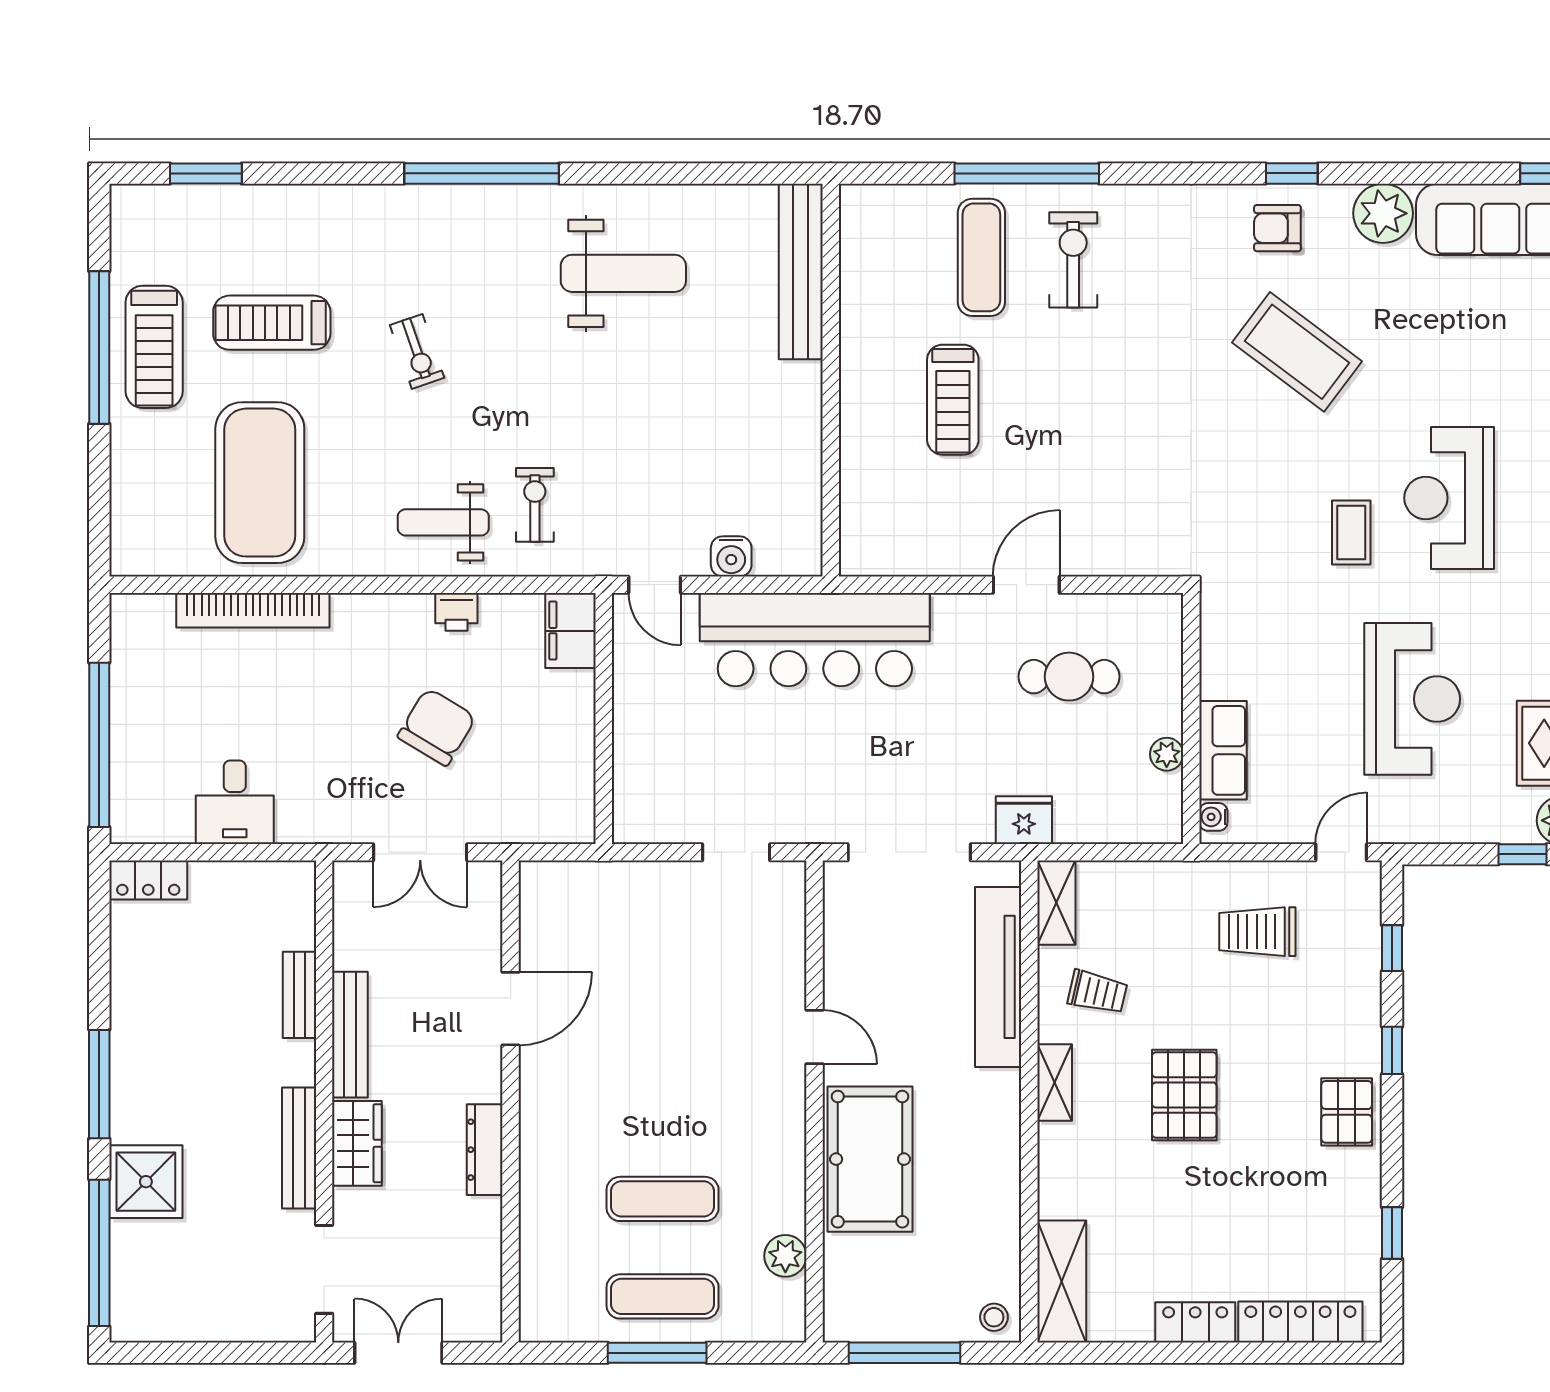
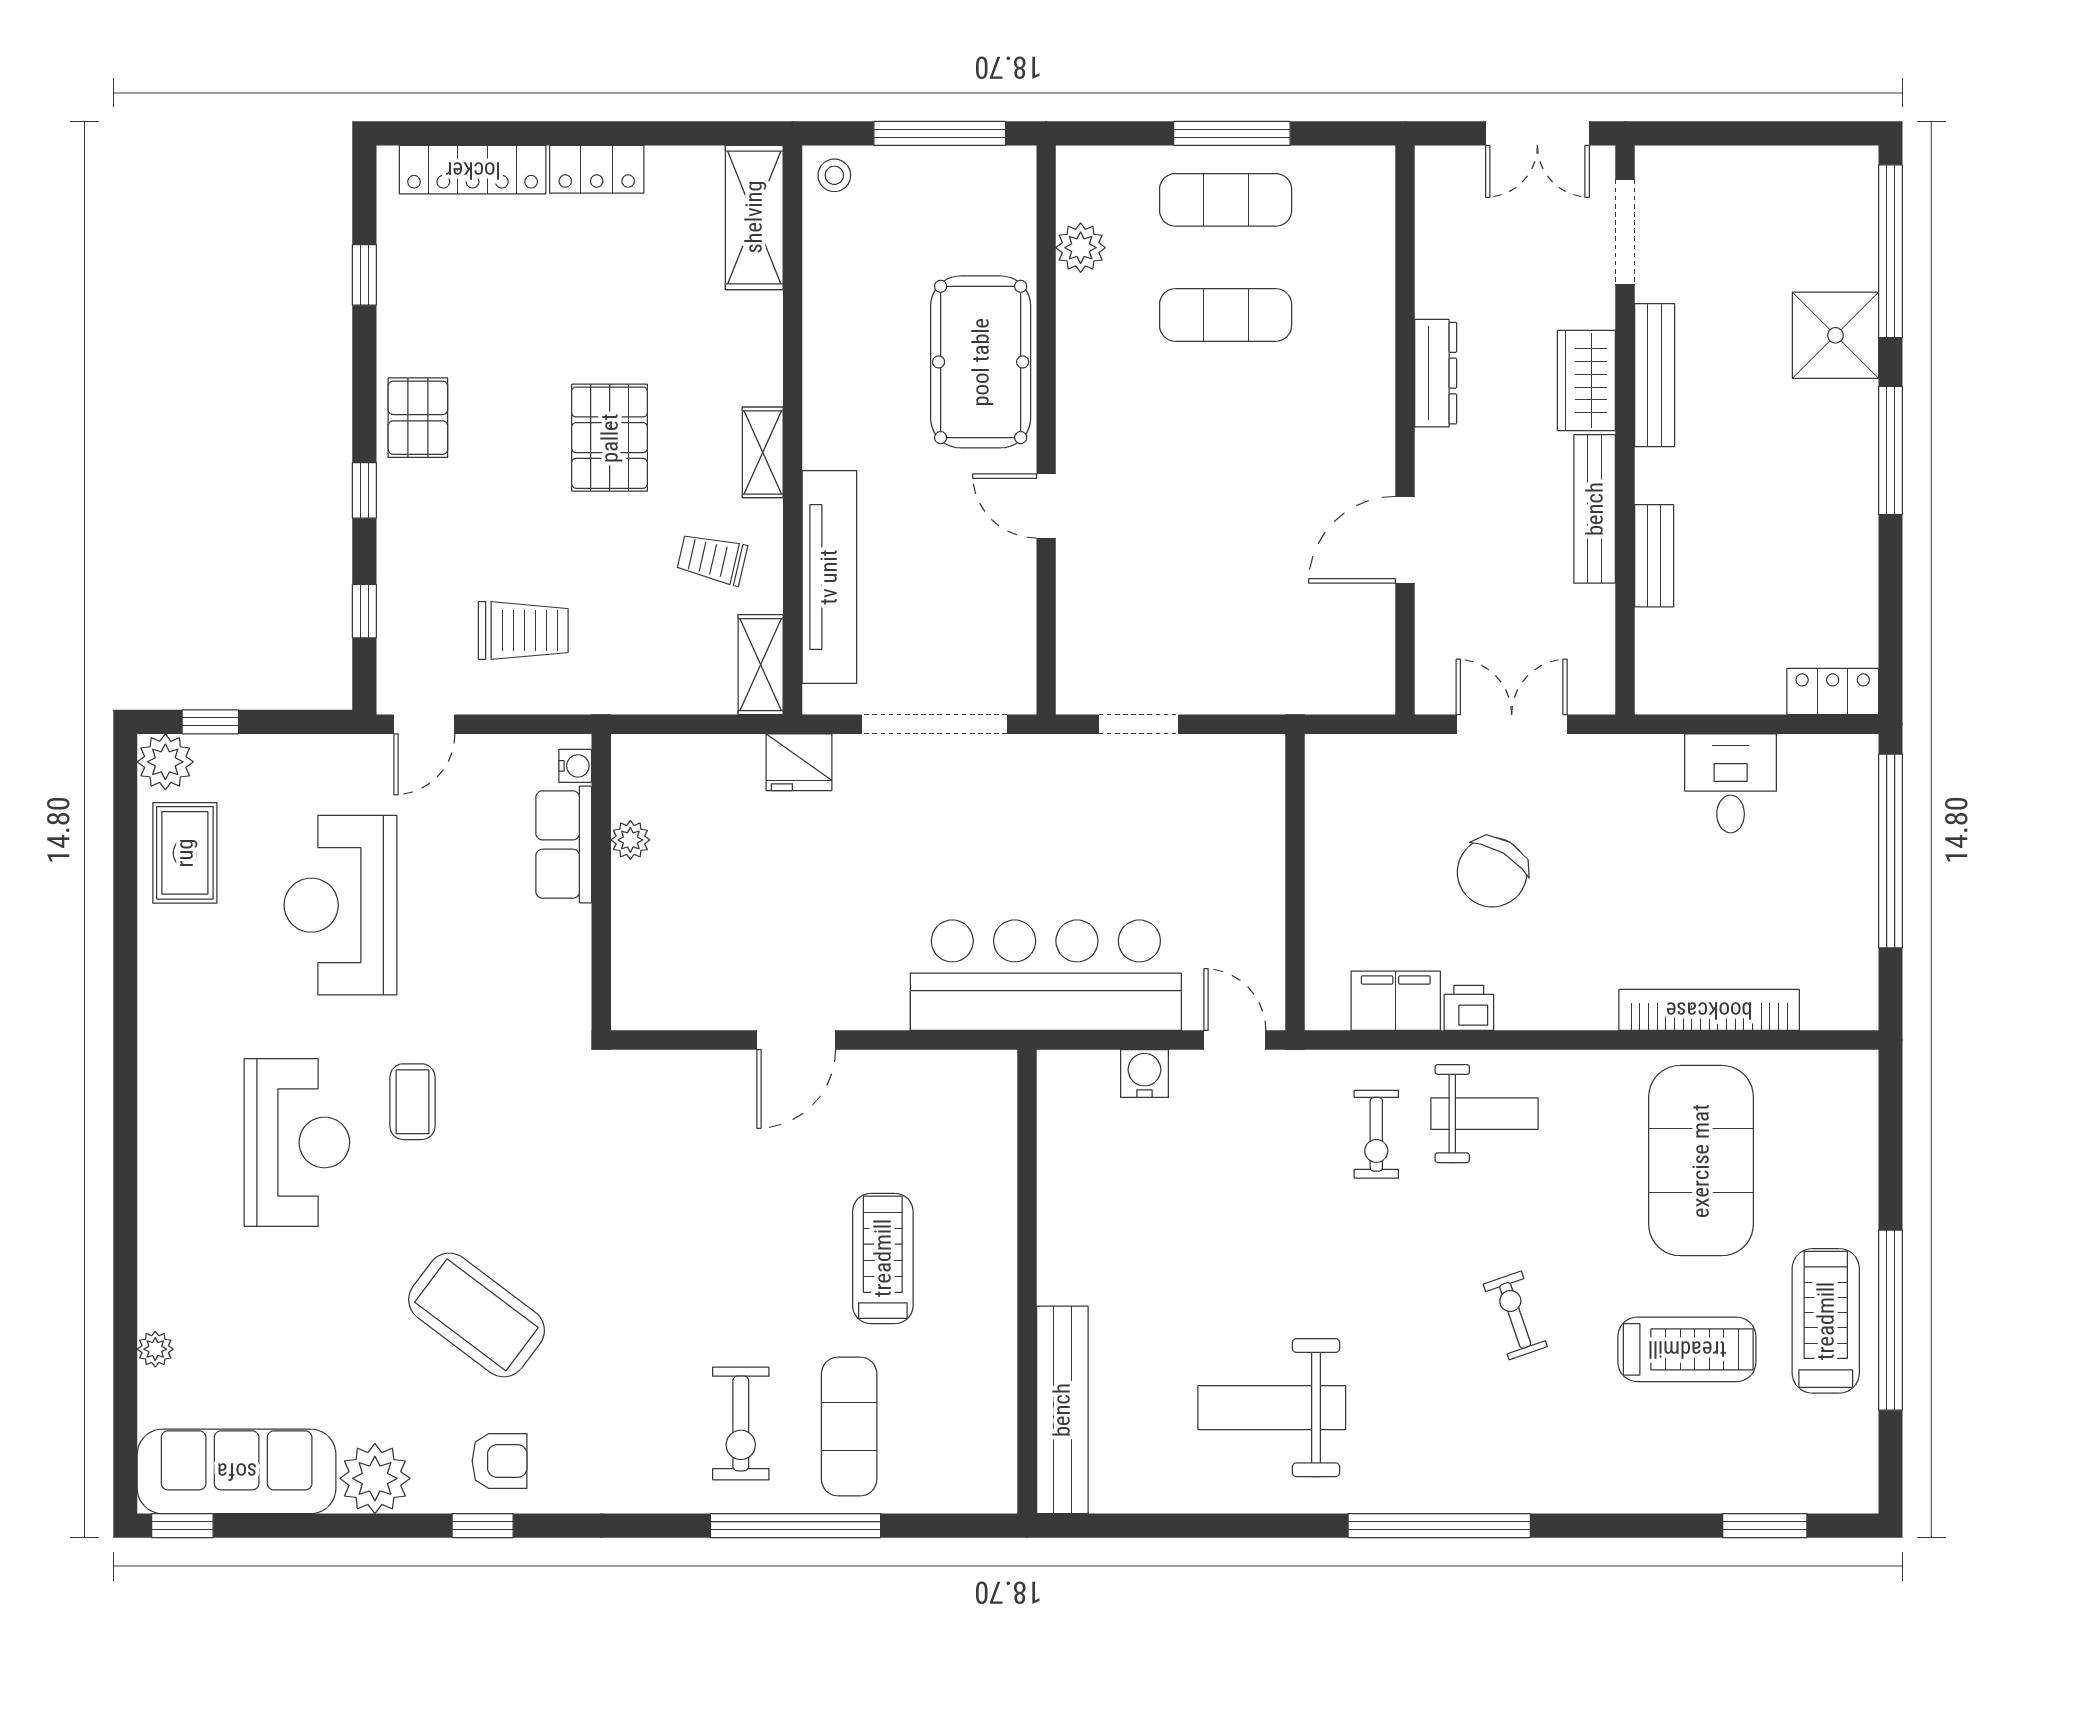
filing cabinet: (571, 631) -> (1396, 1001), moved, turned -90
cafe table: (1069, 677) -> (746, 932), removed

